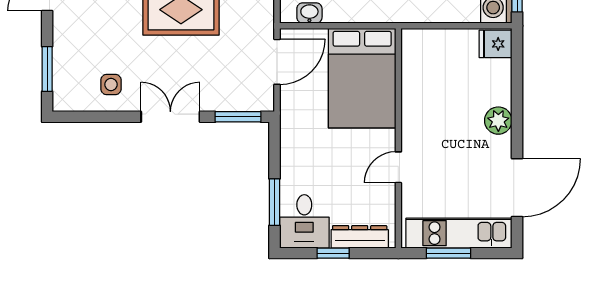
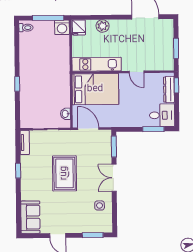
plant: (498, 121) -> (103, 26), moved
kitchen unit: (459, 233) -> (97, 64), moved, turned 90
window: (333, 253) -> (176, 85), moved

